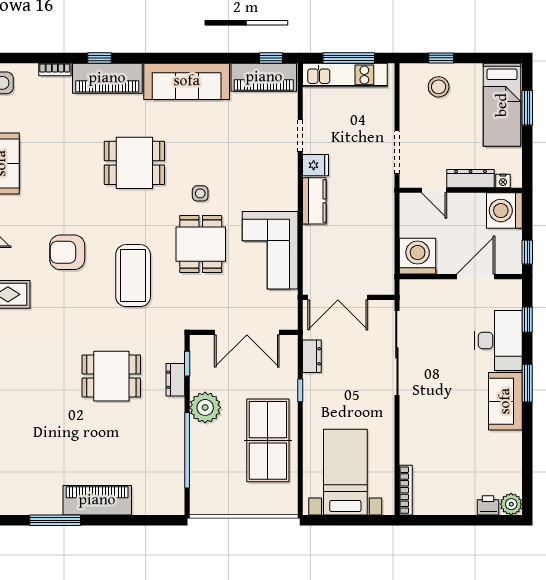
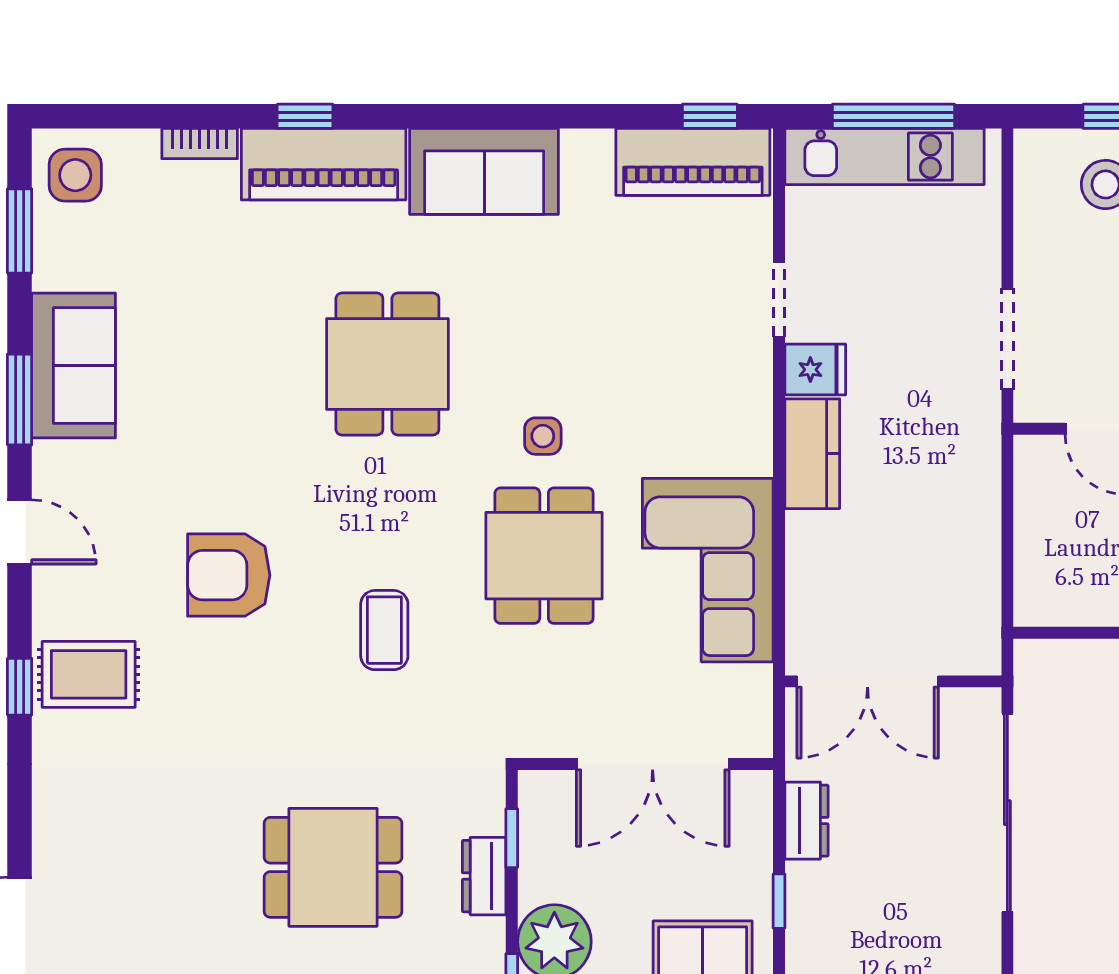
sofa: (187, 81) -> (484, 171), width x0.73
dining table: (134, 163) -> (387, 364), turned 90
washing machine: (418, 256) -> (1056, 584), removed
coffee table: (133, 276) -> (384, 630), width x0.54, depth x0.58

